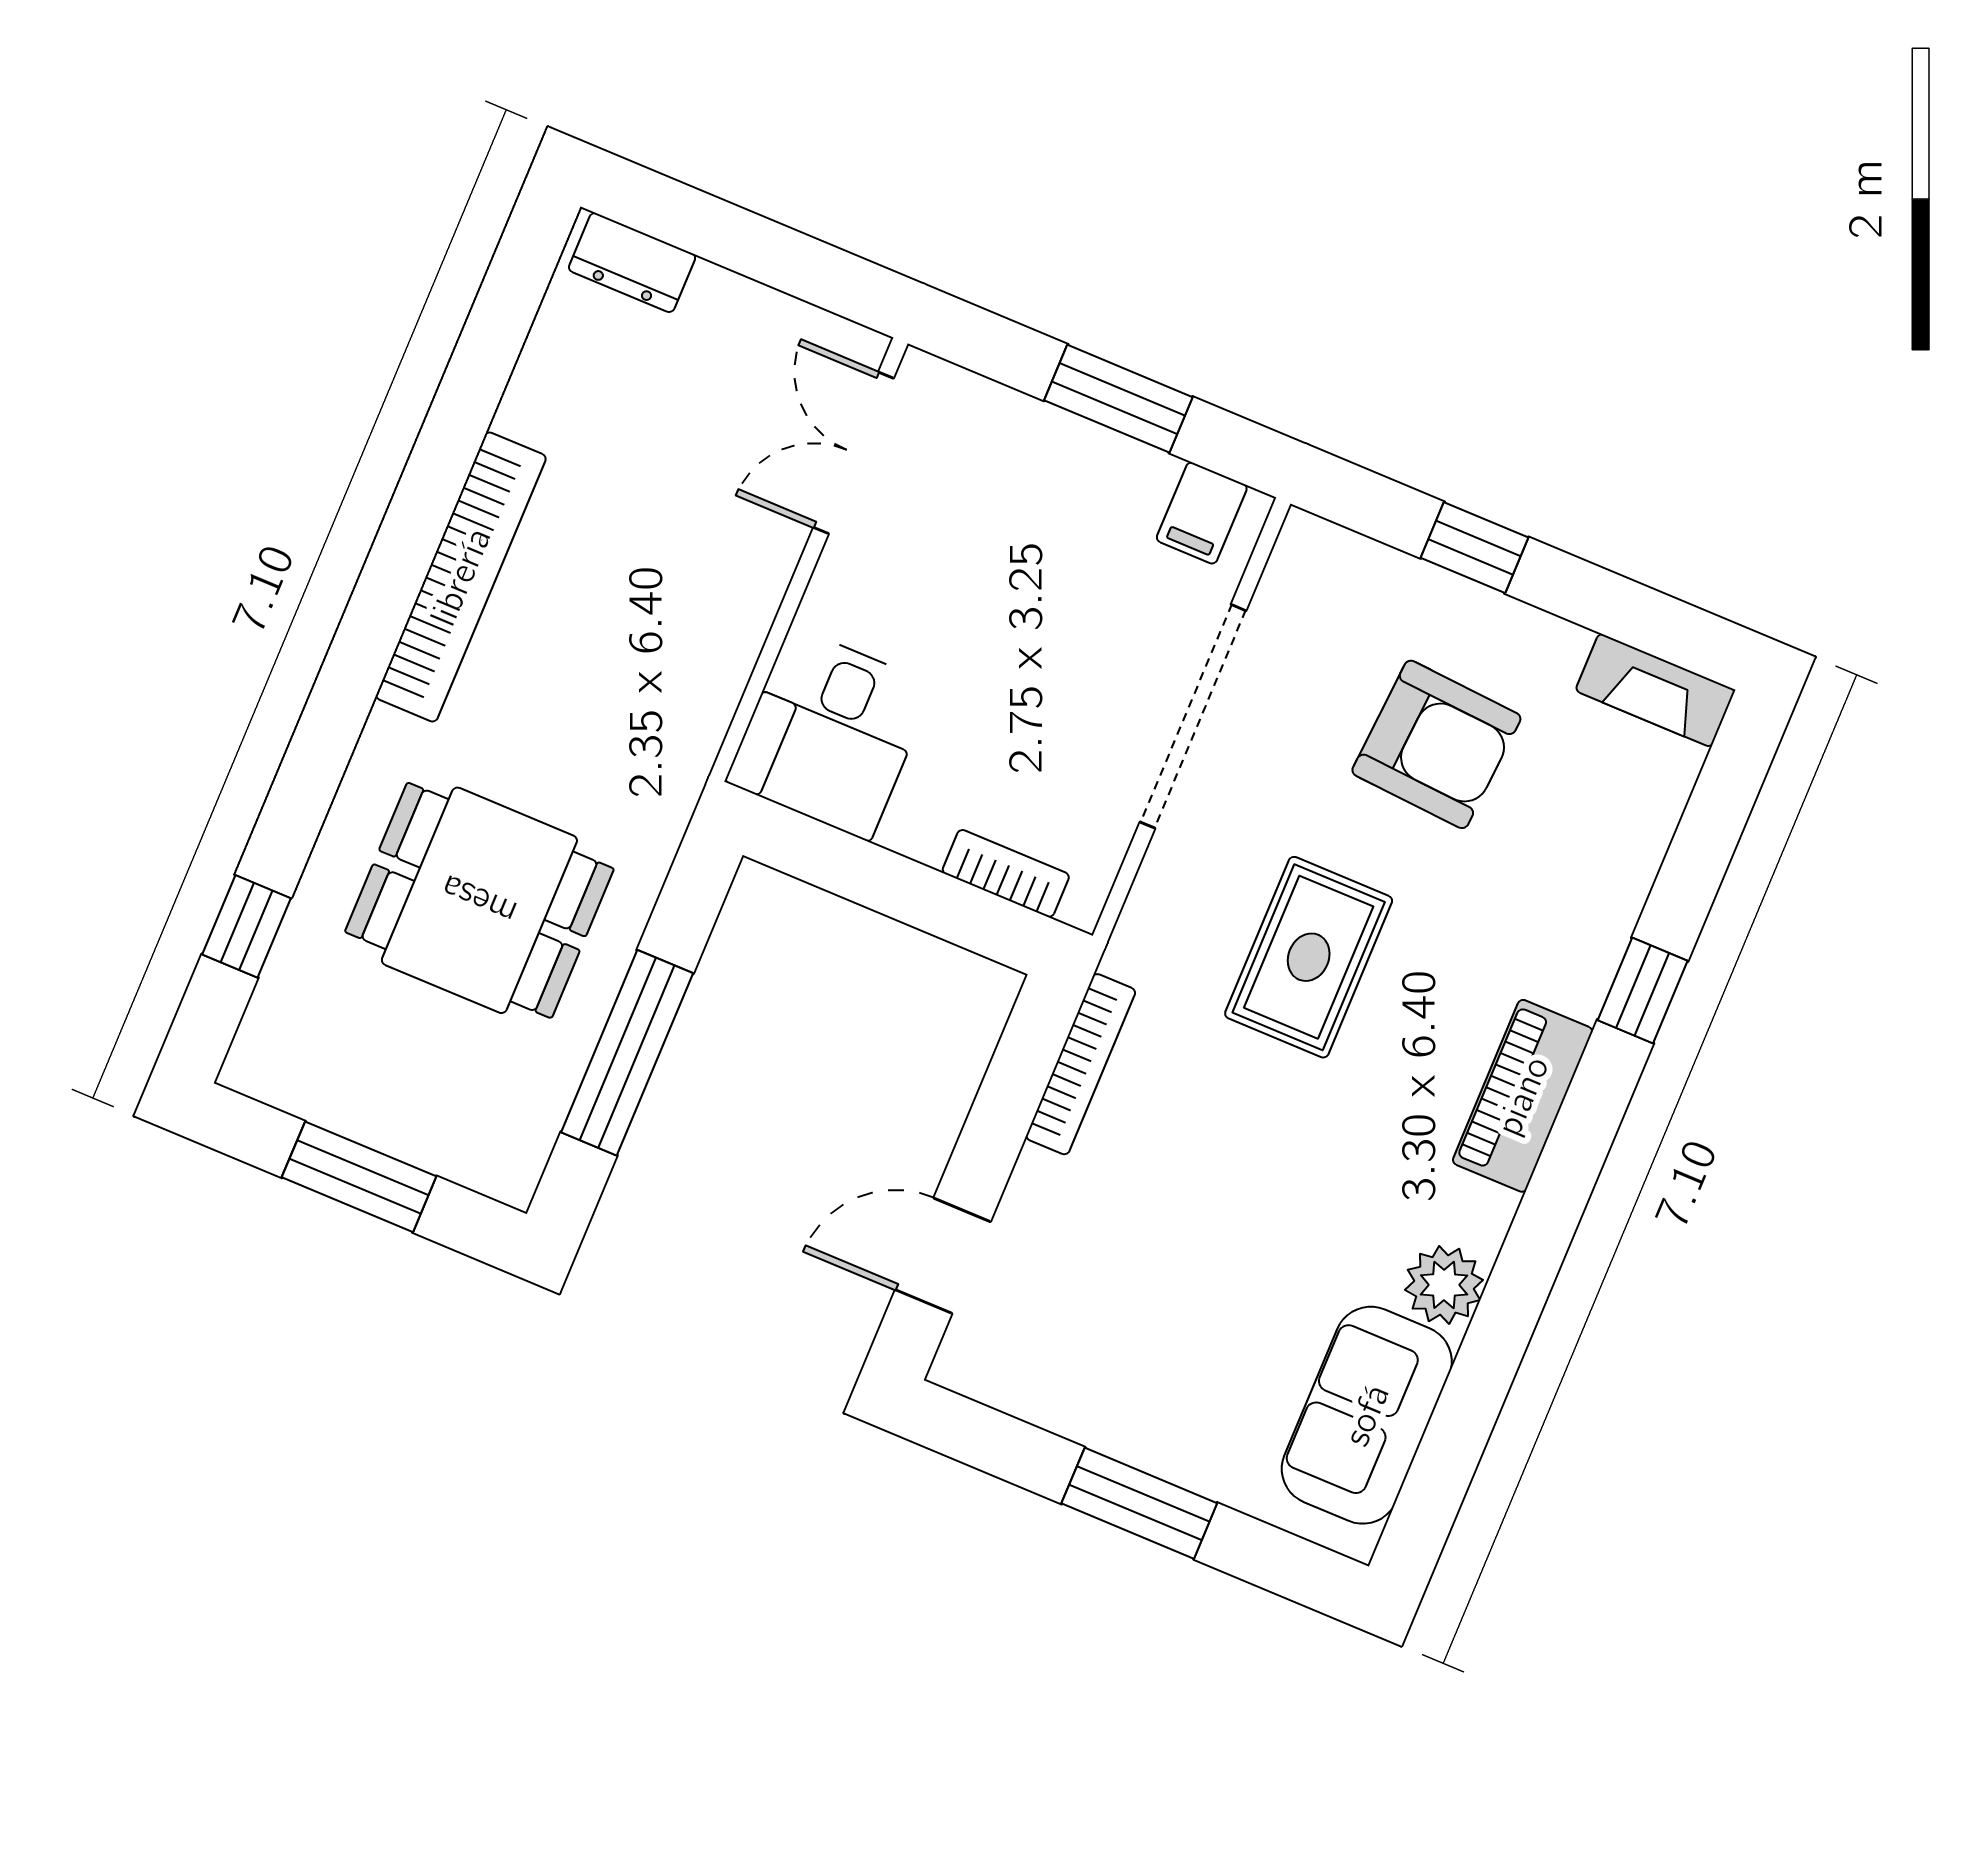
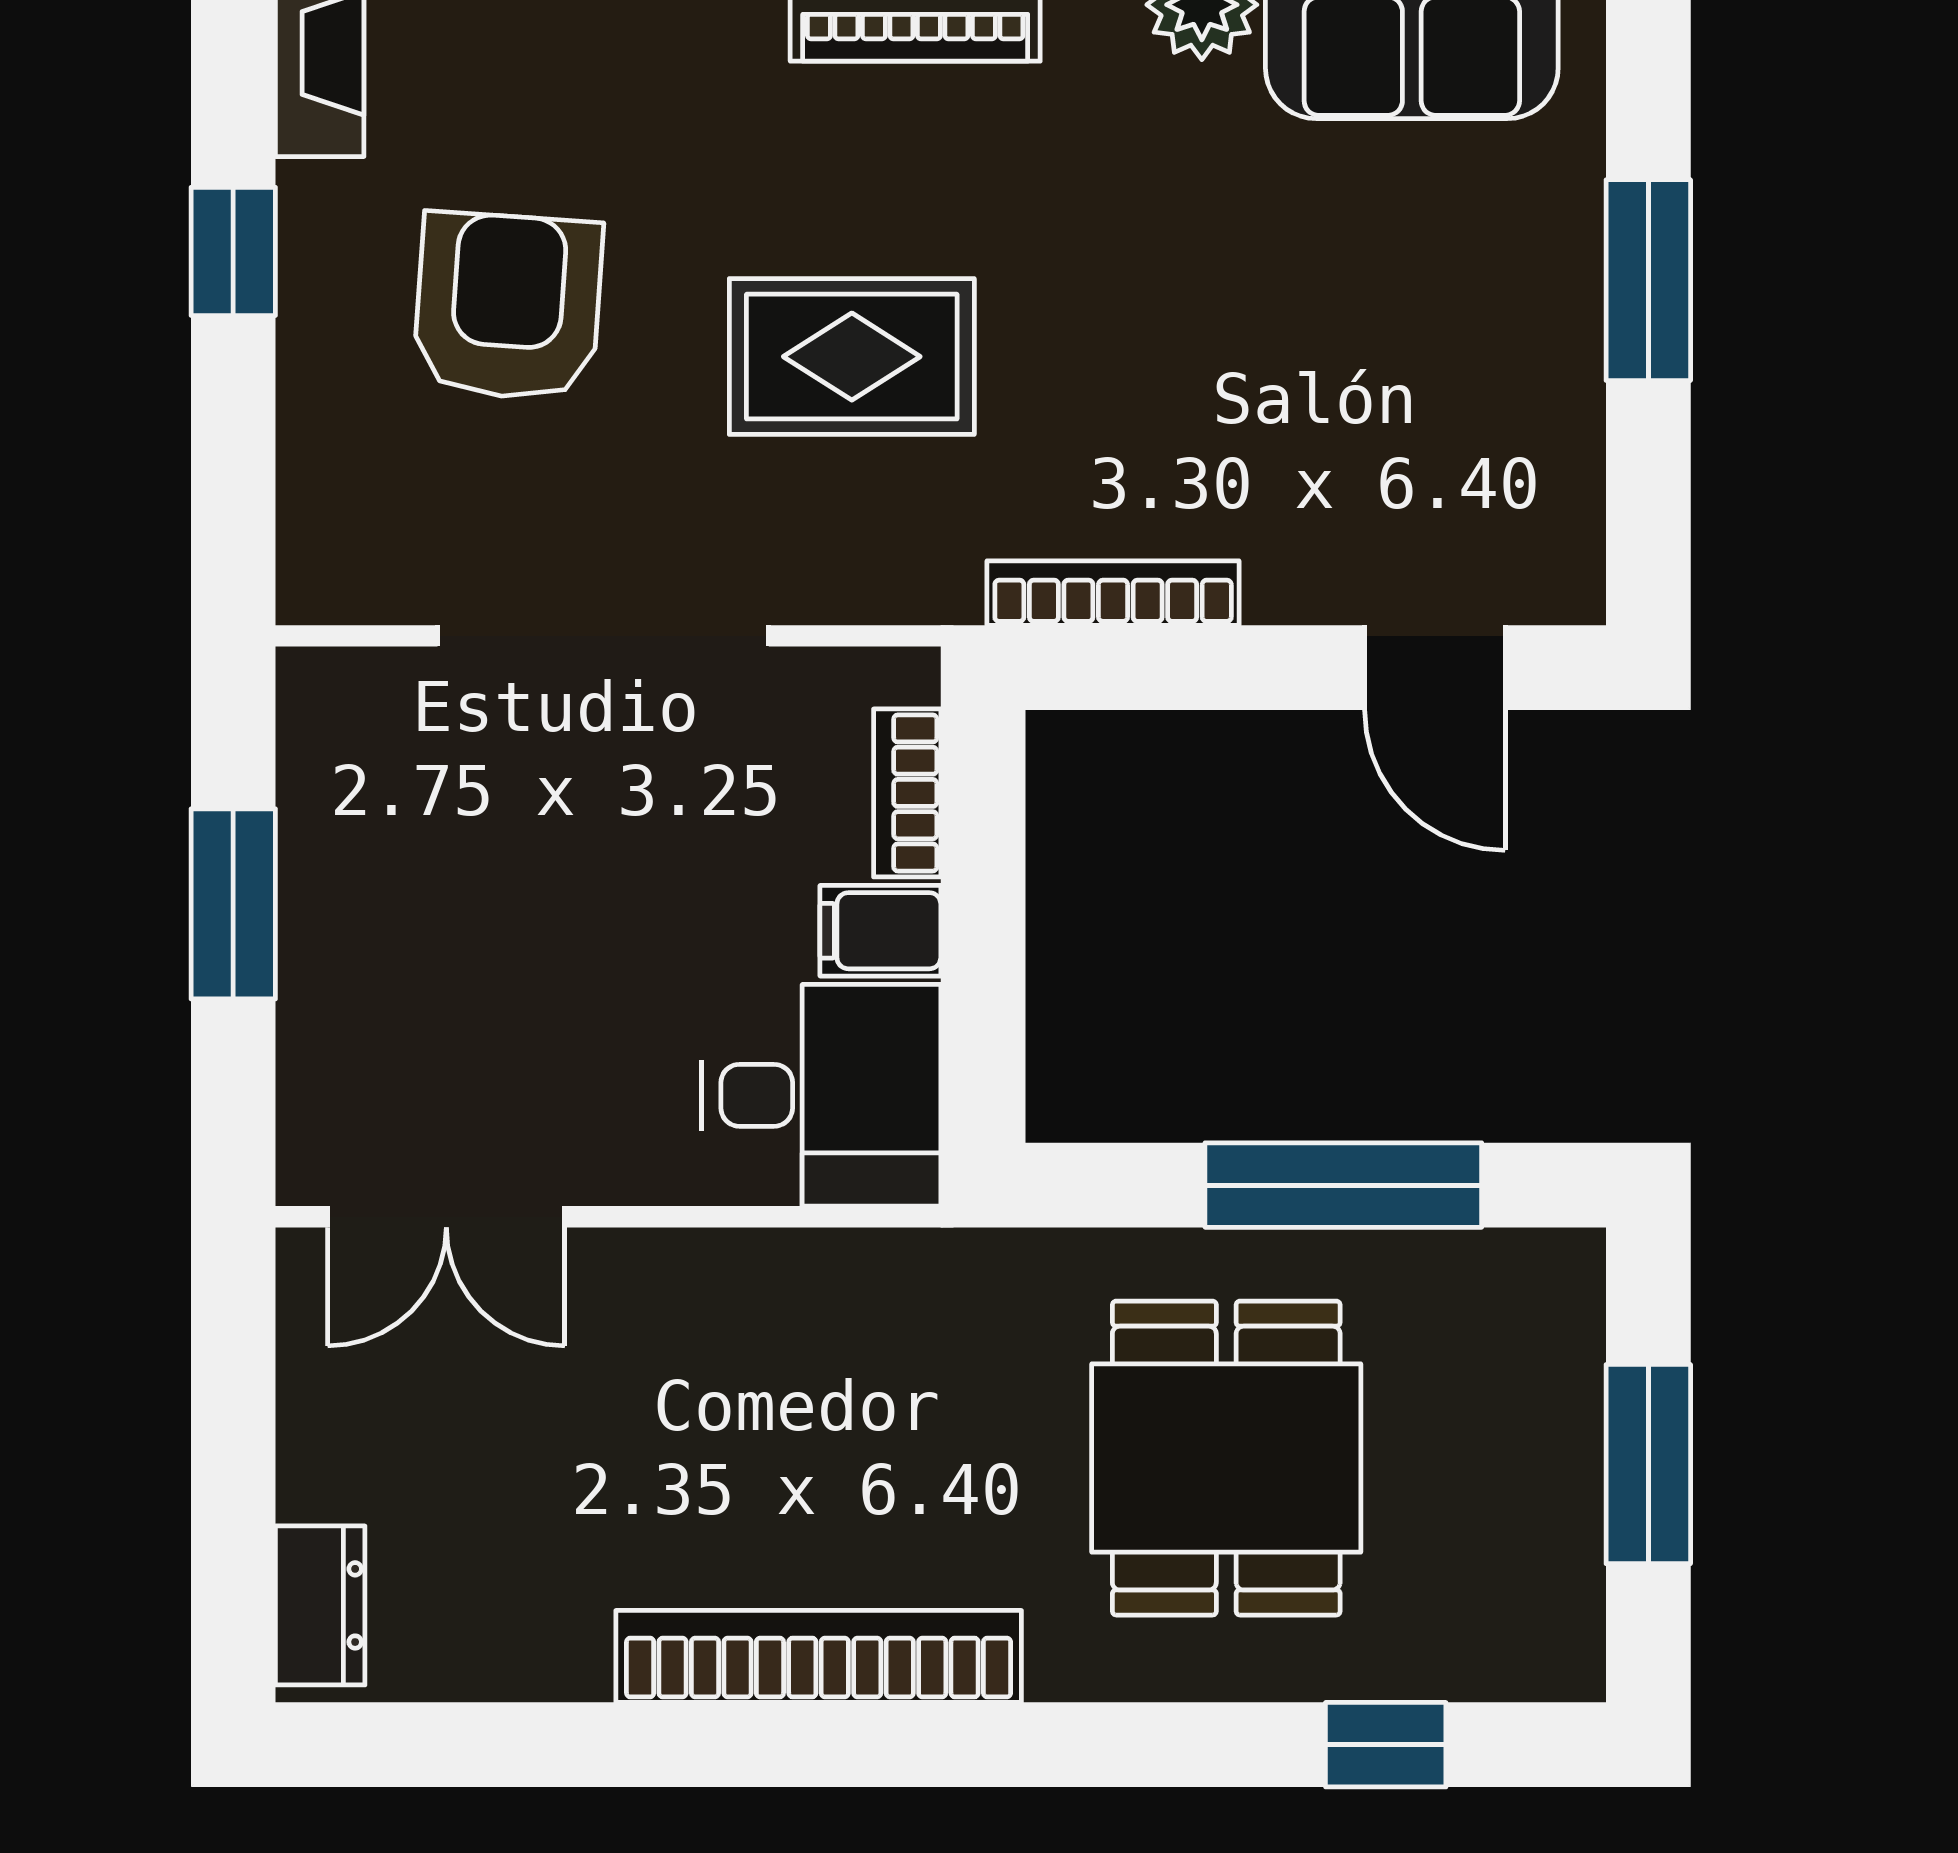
filing cabinet: (1202, 513) -> (880, 931), moved, turned 180
window: (1475, 548) -> (233, 251), moved

